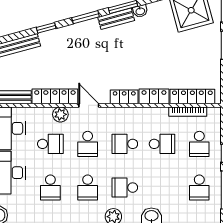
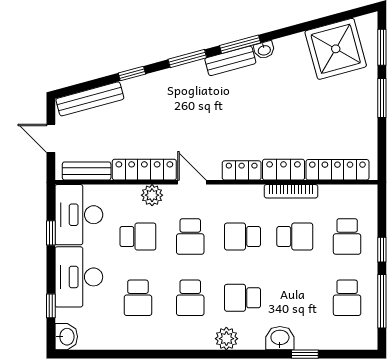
bookcase: (188, 112) -> (291, 191), moved

